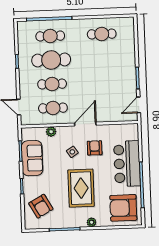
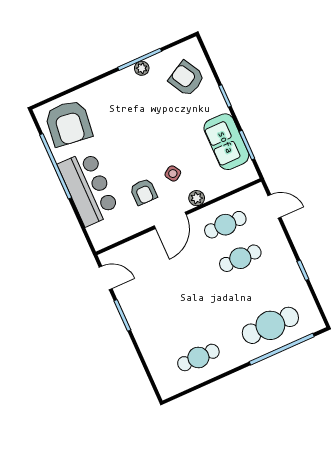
cafe table: (50, 36) -> (270, 325), width x1.37, depth x1.35
cafe table: (51, 60) -> (255, 292), removed
door: (139, 105) -> (106, 278), hinge flipped
plant: (51, 132) -> (197, 198), moved
rug: (81, 188) -> (140, 127), removed
armchair: (123, 208) -> (69, 123), turned 97
plant: (92, 222) -> (142, 68), moved

